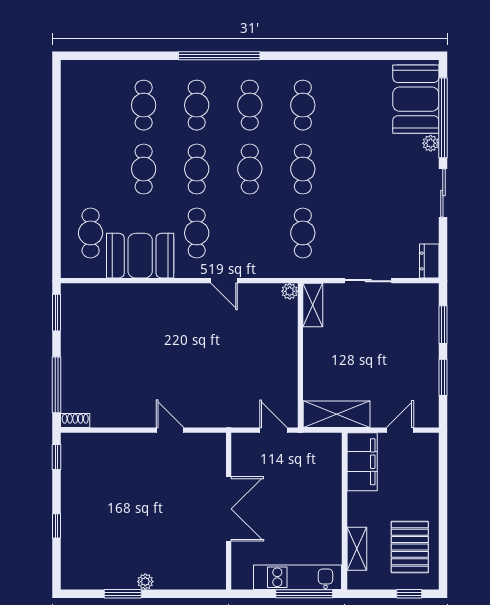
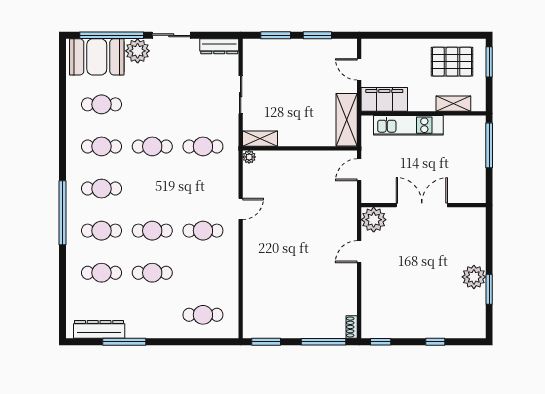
dresser: (72, 102) -> (99, 329), added
window: (57, 134) -> (124, 342), added
plant: (431, 143) -> (138, 51), width x1.88, depth x1.88
cafe table: (250, 169) -> (102, 104), moved
booth: (140, 256) -> (221, 275), removed
dresser: (429, 261) -> (219, 46), width x1.44
plant: (211, 448) -> (374, 220), added
kitchen unit: (297, 577) -> (408, 125), moved, turned -90
plant: (145, 582) -> (474, 277), width x1.88, depth x1.88
window: (409, 594) -> (489, 62), width x1.50

